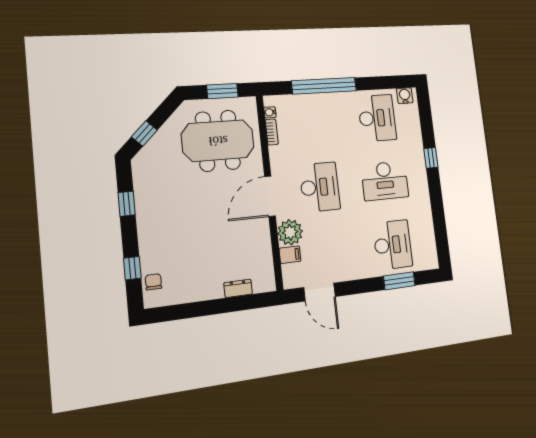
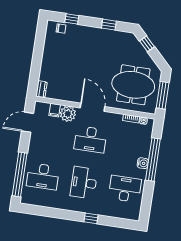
window: (222, 91) -> (163, 95), width x1.44
water cooler: (405, 96) -> (143, 163), moved
desk: (377, 118) -> (125, 189), turned 180
meeting table: (218, 141) -> (133, 85), turned 90
window: (399, 281) -> (20, 174), width x2.11
dresser: (238, 288) -> (41, 89), moved

